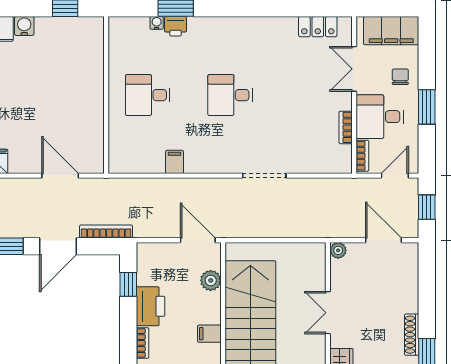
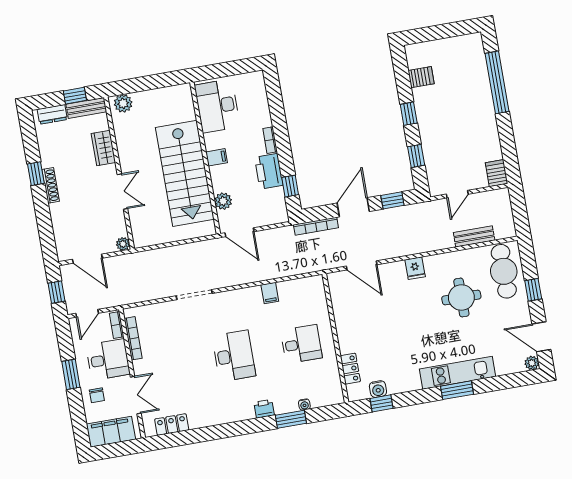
water cooler: (24, 26) -> (378, 389), moved
printer: (176, 26) -> (264, 409), moved
locker: (95, 56) -> (350, 369), added
desk: (230, 95) -> (234, 356), width x1.37
bookcase: (346, 127) -> (133, 338), width x1.56

